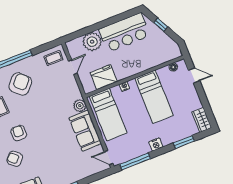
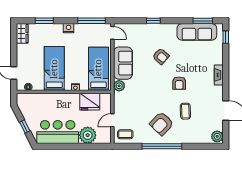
armchair: (15, 159) -> (161, 56), moved

